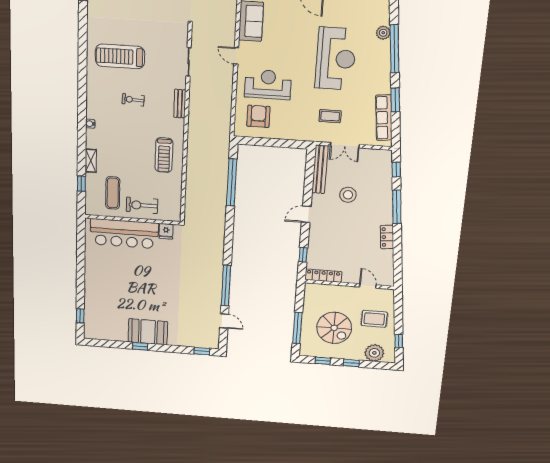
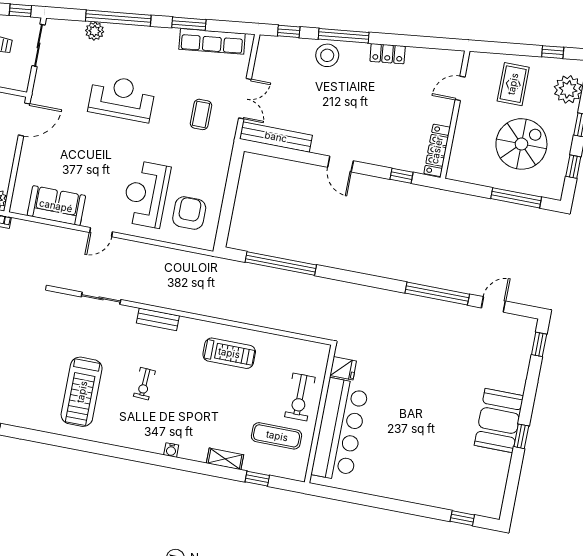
reception desk: (336, 59) -> (122, 98), width x0.74, depth x0.77
armchair: (258, 116) -> (189, 213), turned 90
stool: (348, 195) -> (327, 55), moved

